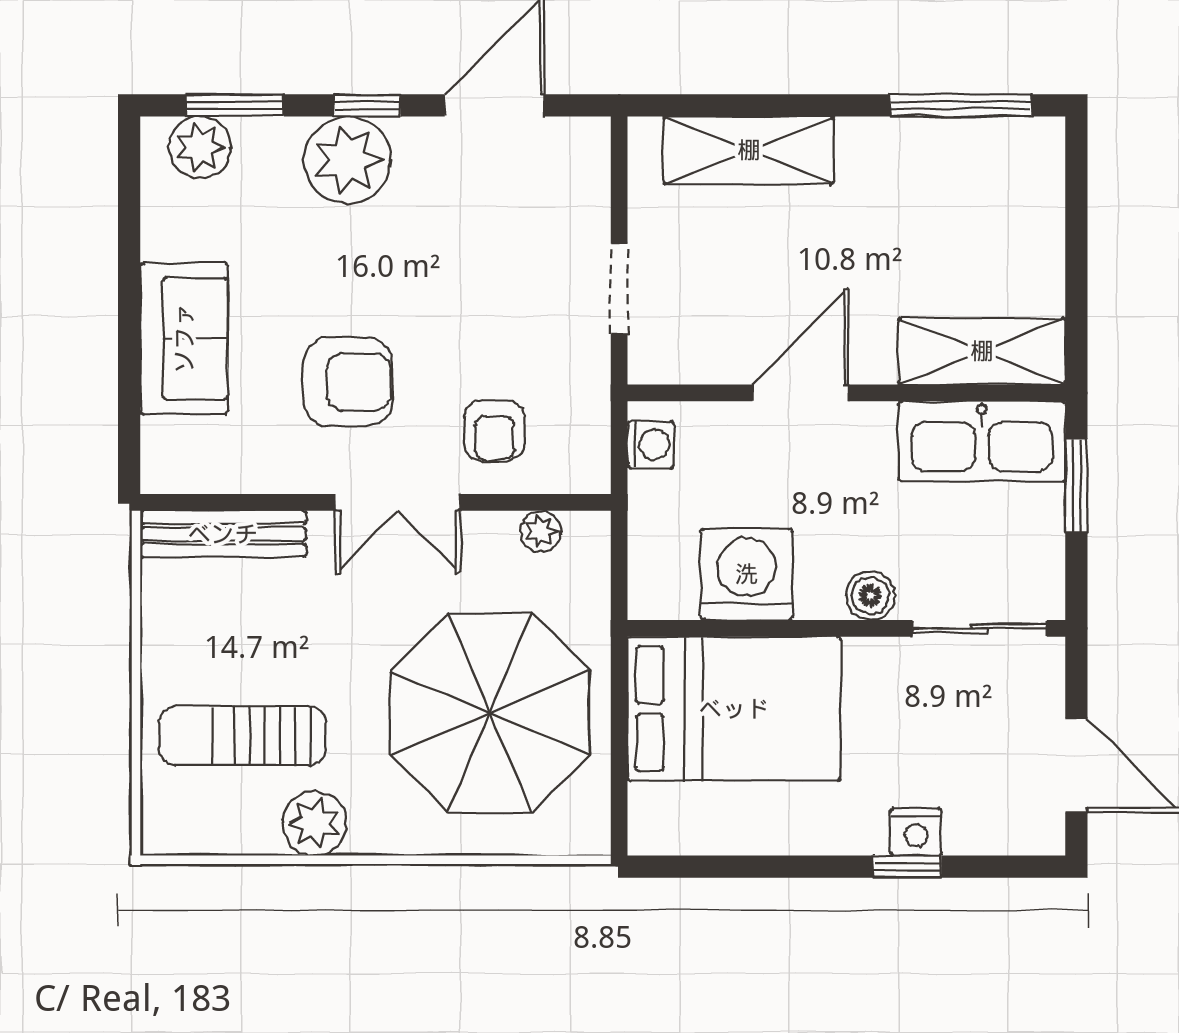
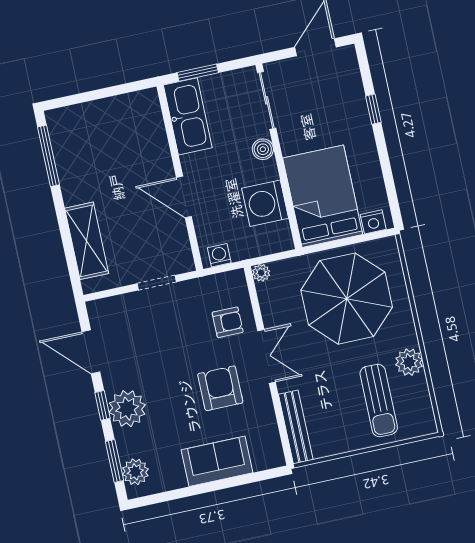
shelving: (982, 351) -> (150, 125), removed
plant: (541, 531) -> (261, 273), moved
nightstand: (916, 832) -> (373, 222), moved, turned 90

